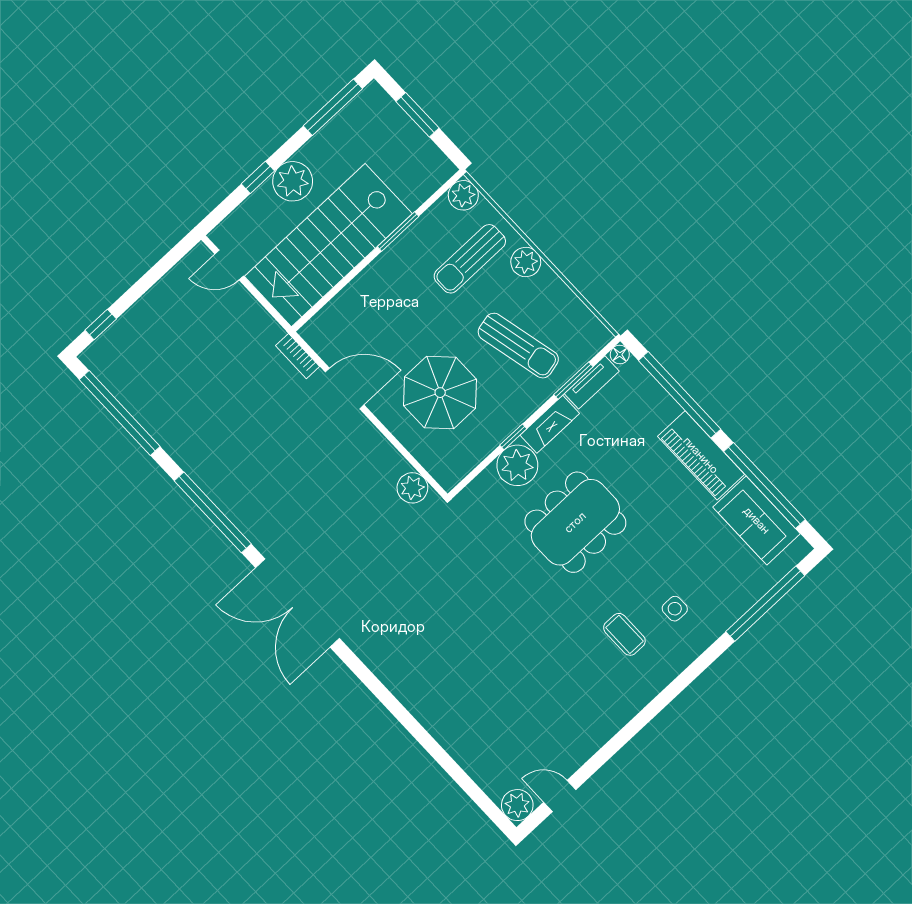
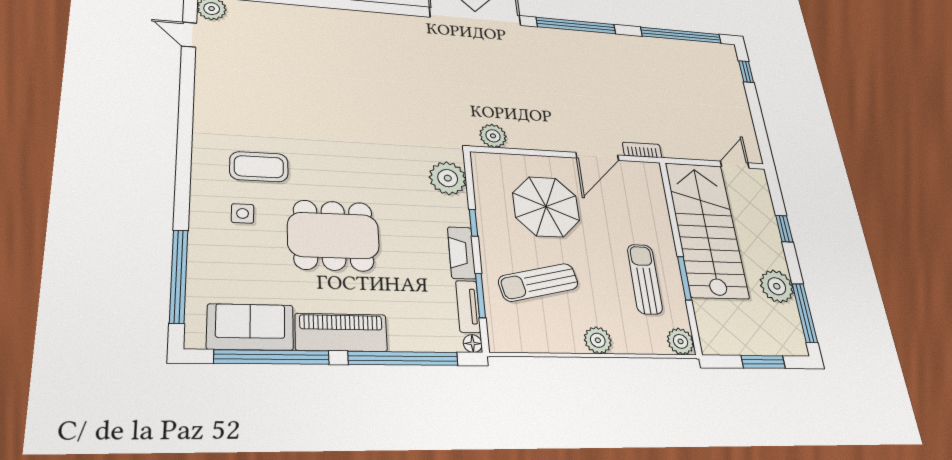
plant: (293, 181) -> (777, 286), moved
sun lounger: (470, 259) -> (645, 279), moved
plant: (517, 465) -> (448, 178), moved
dining table: (575, 522) -> (333, 235), moved, turned 90
coffee table: (624, 634) -> (259, 167), width x1.36, depth x1.30
door: (560, 796) -> (189, 35), swing flipped

